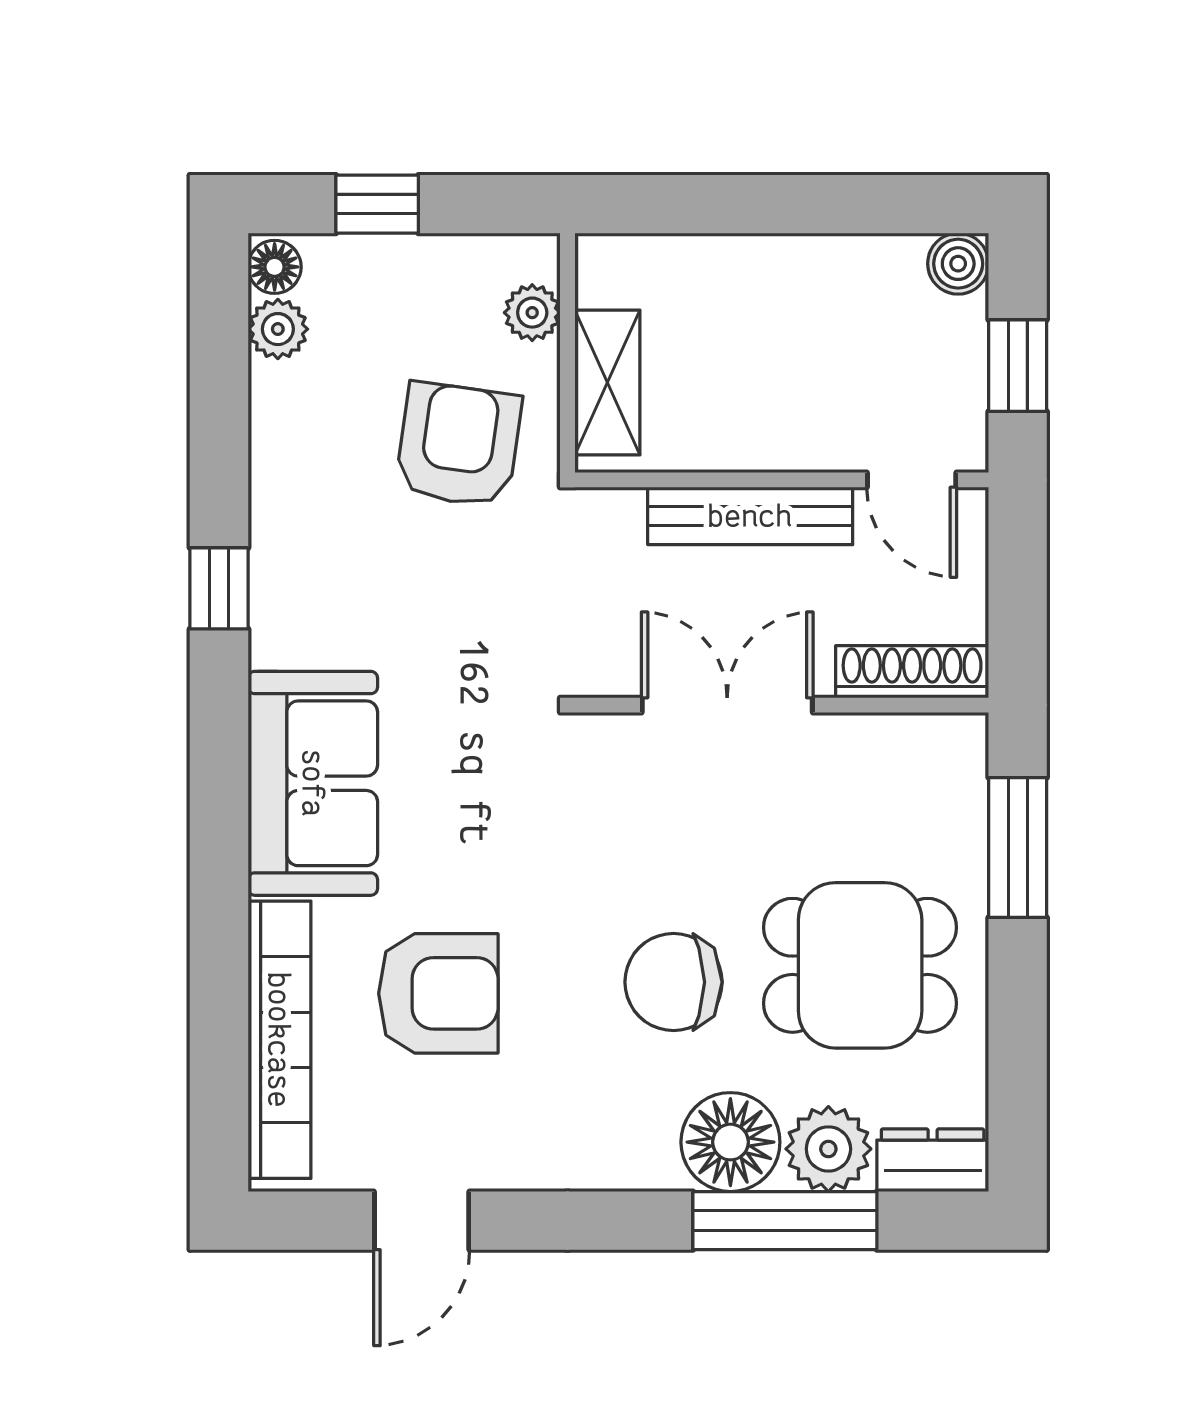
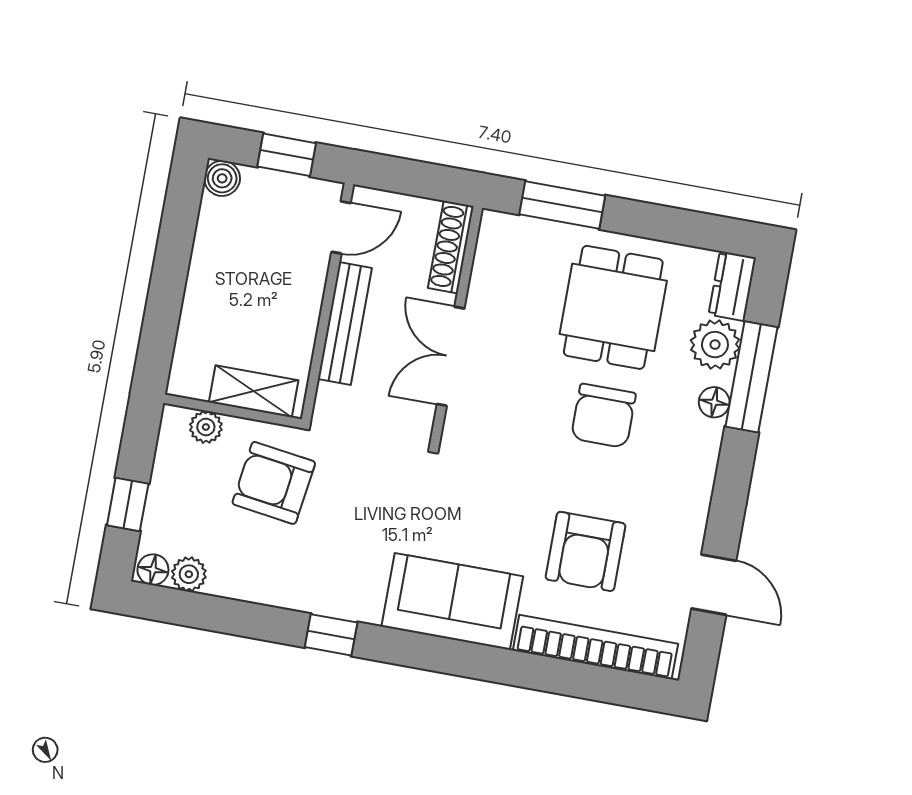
armchair: (438, 993) -> (585, 551), turned 180
floor lamp: (730, 1142) -> (714, 402), width x0.53, depth x0.53

